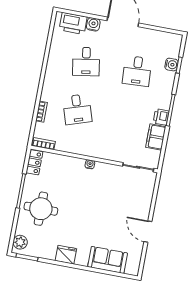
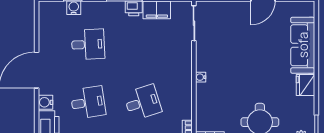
sofa: (108, 260) -> (303, 45), width x1.36

